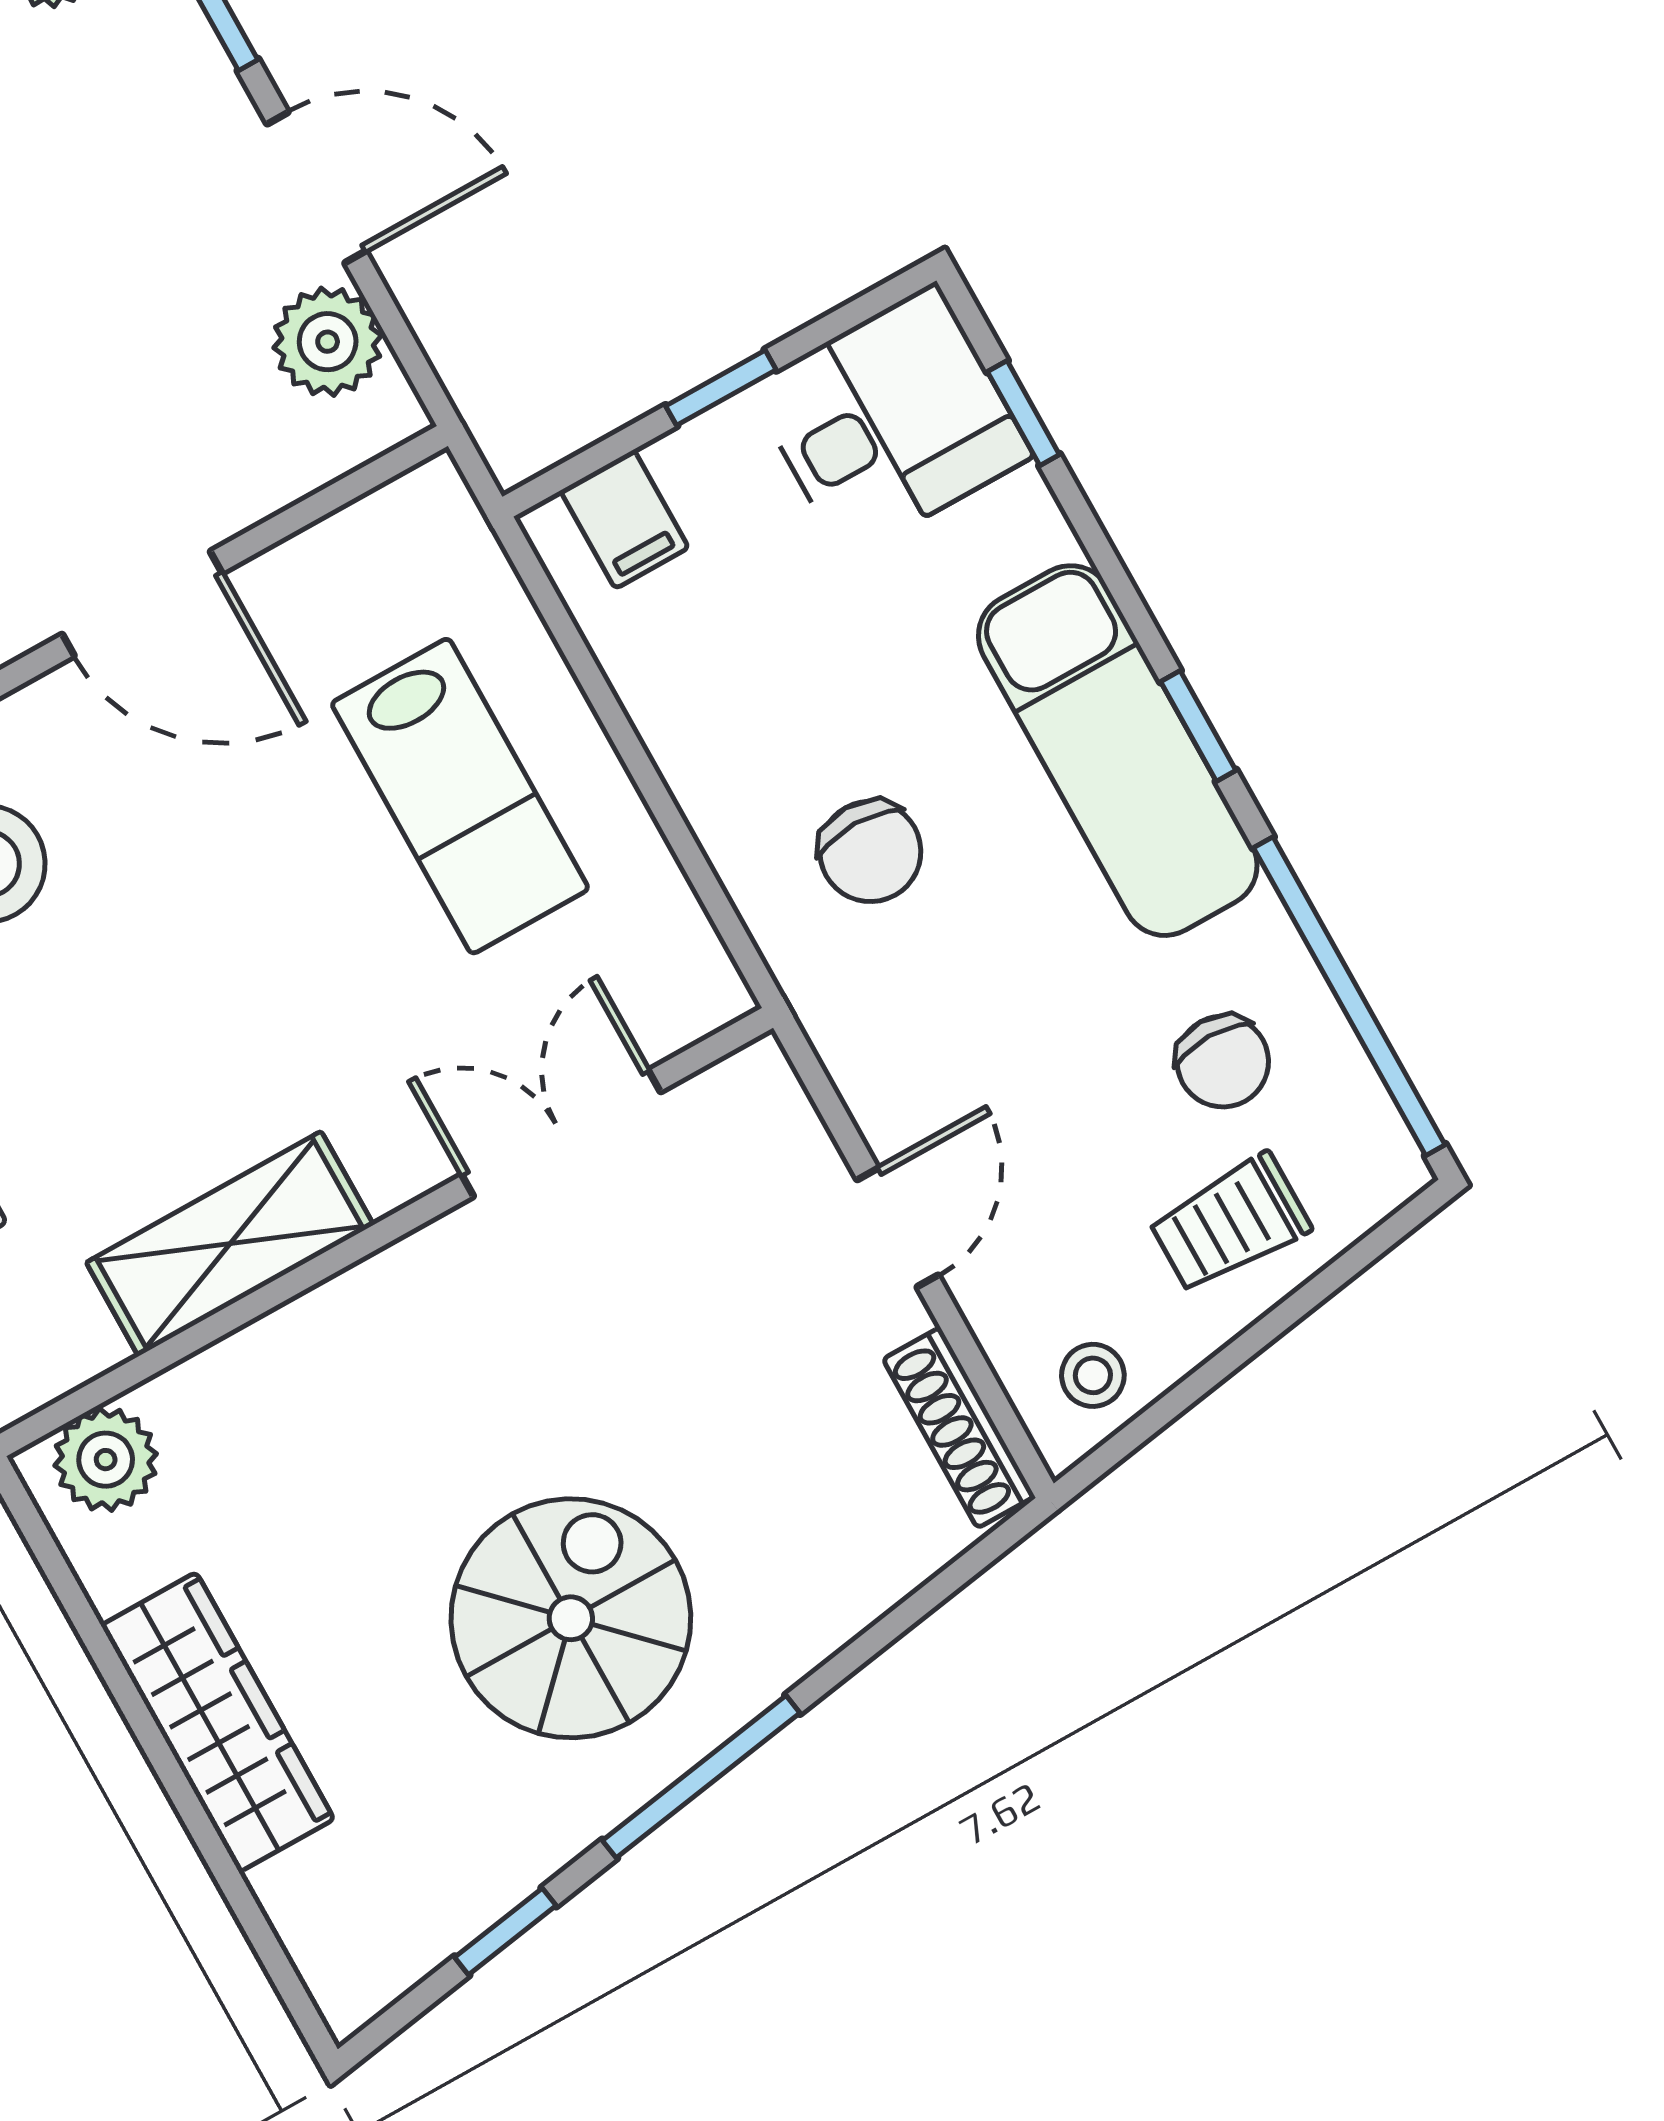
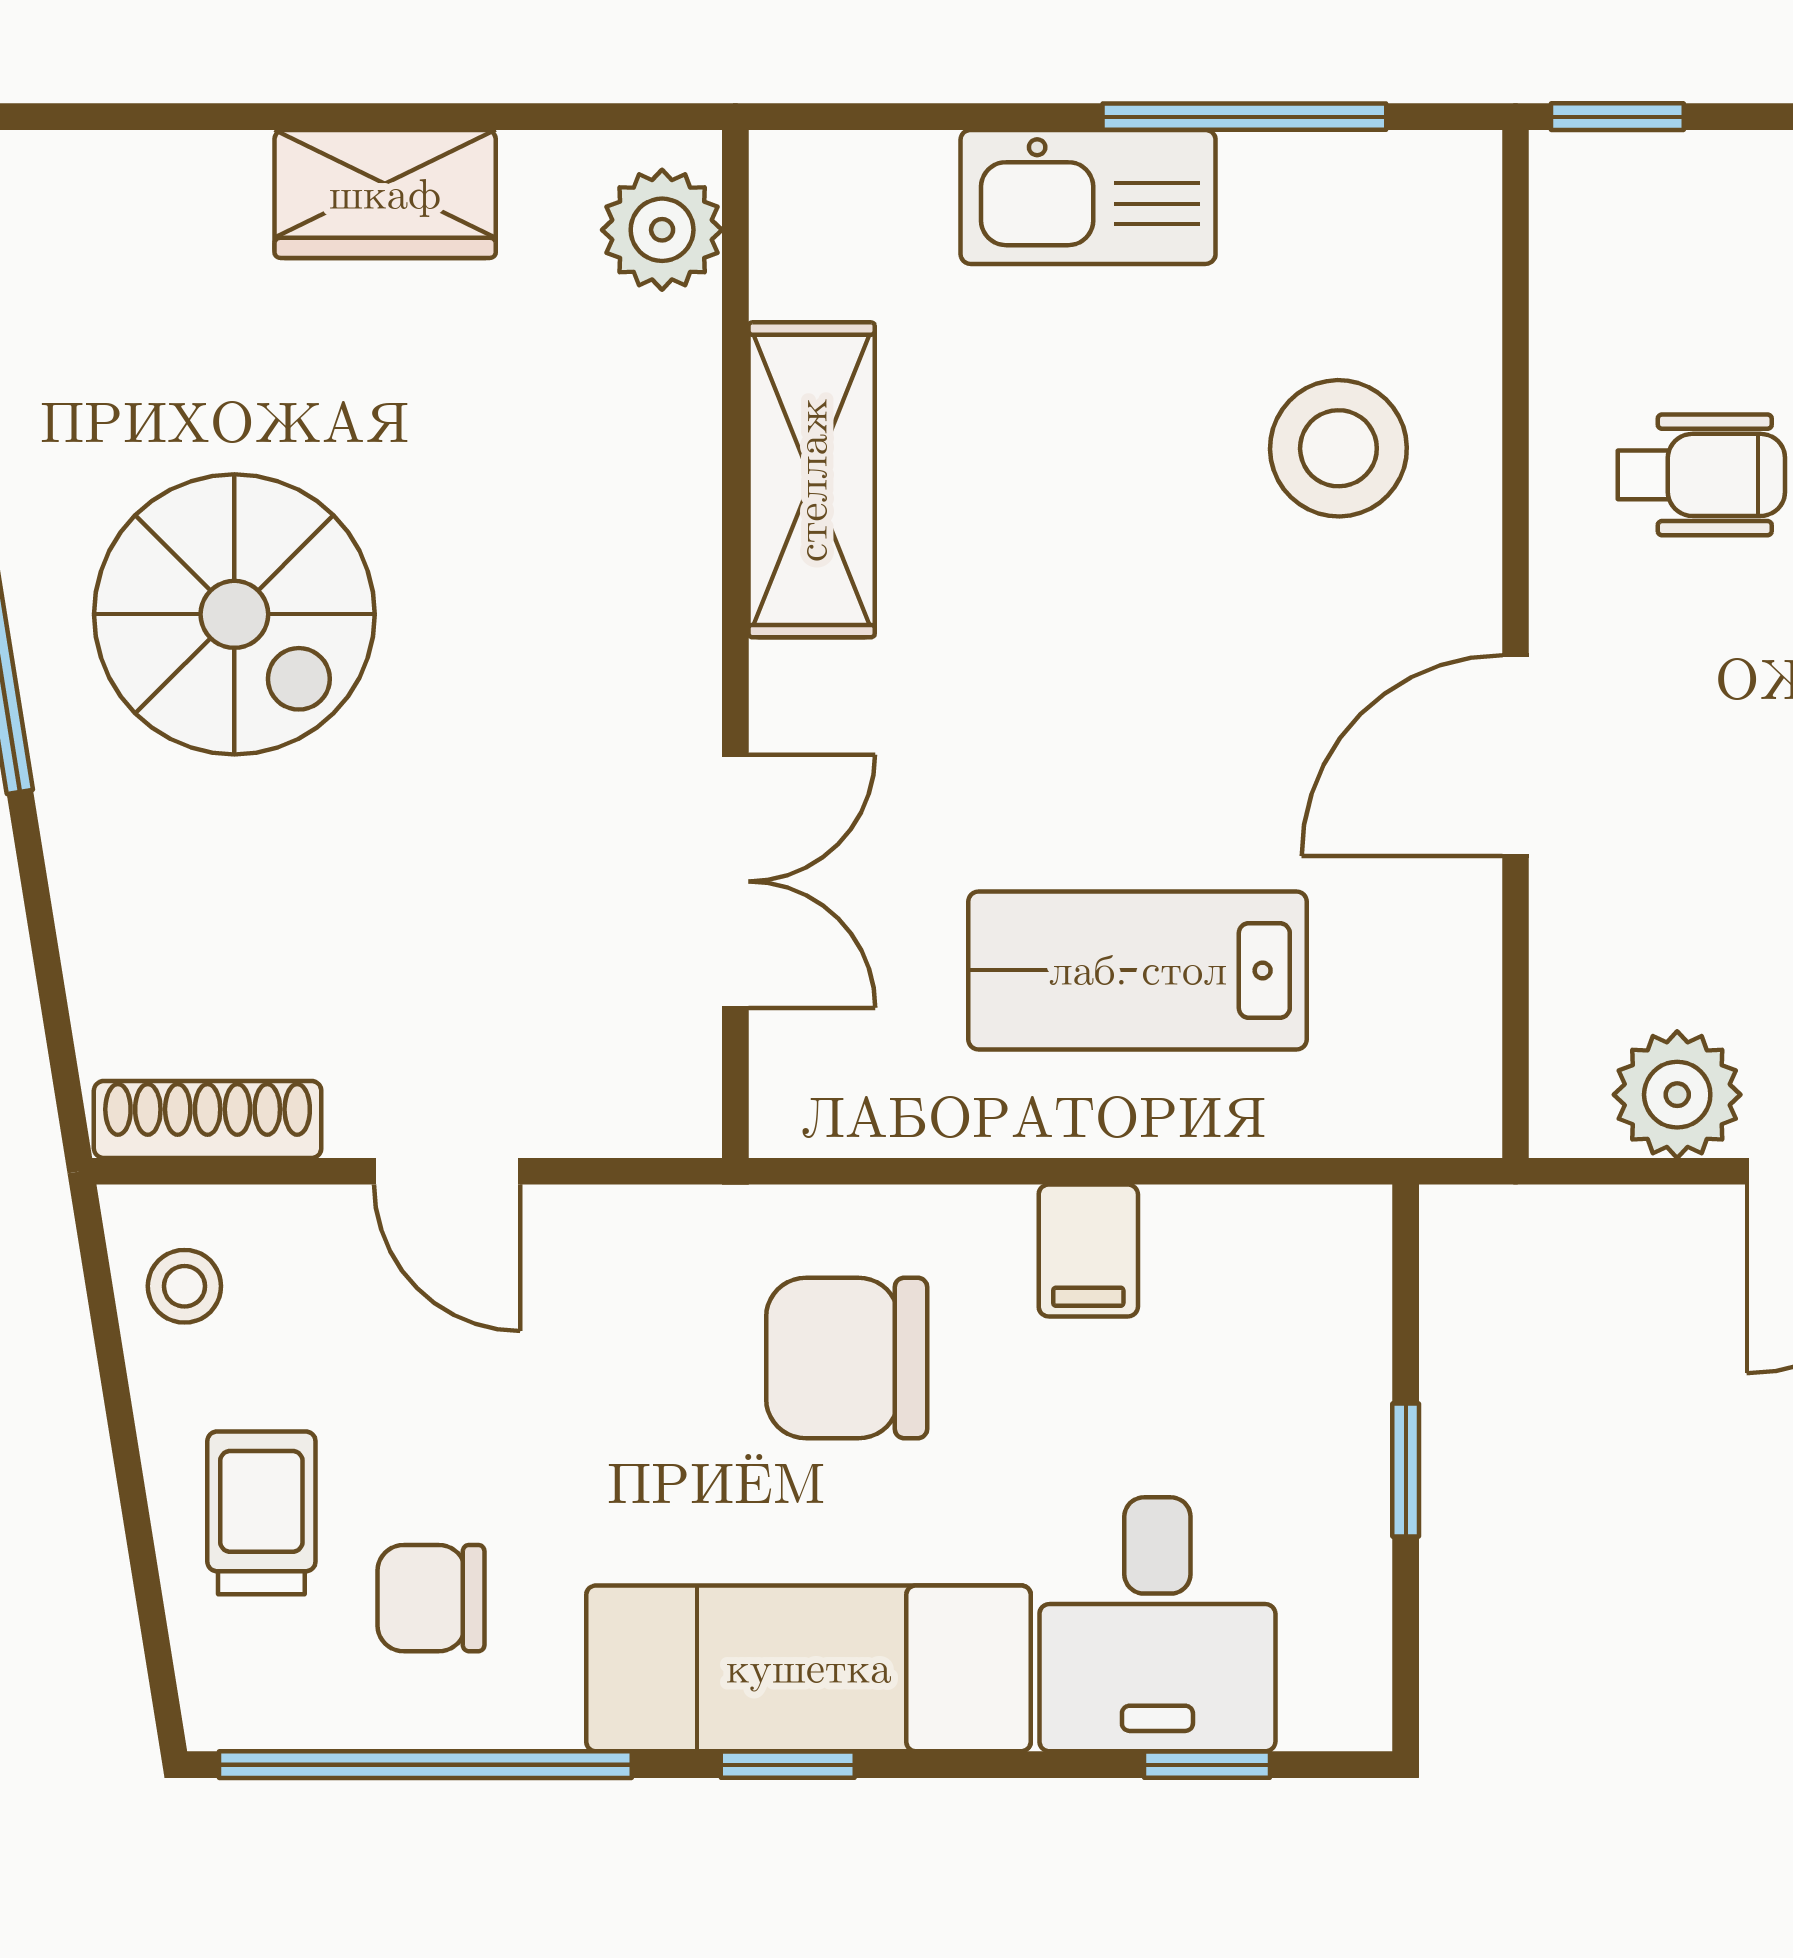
desk: (891, 421) -> (1157, 1624), moved
filing cabinet: (624, 519) -> (1088, 1251), moved, turned -90
chair: (870, 851) -> (847, 1358), width x1.37, depth x1.37
wardrobe: (217, 1722) -> (385, 194), width x0.67

